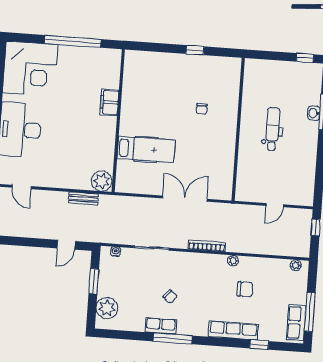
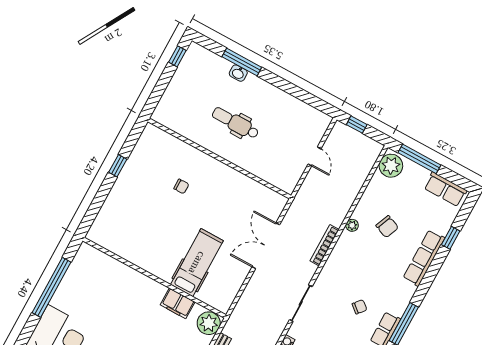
filing cabinet: (109, 102) -> (178, 303), moved
plant: (296, 265) -> (391, 166), width x1.88, depth x1.88
chair: (245, 289) -> (387, 227), turned 112
window: (310, 312) -> (419, 159), moved

